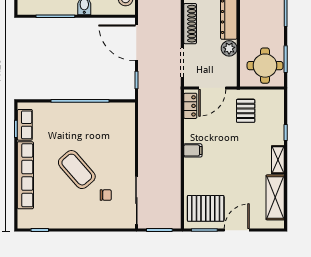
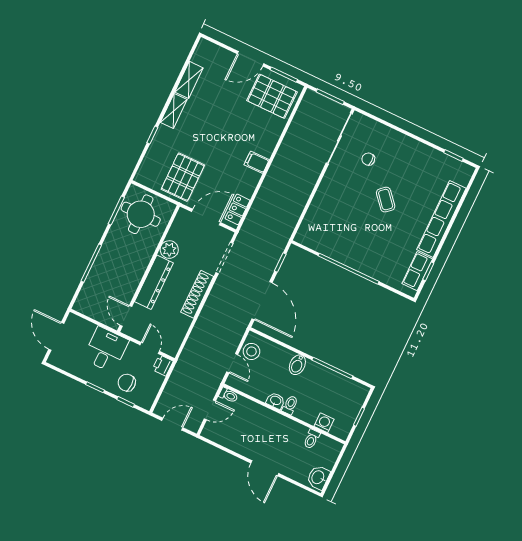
pallet: (246, 111) -> (183, 177), width x1.50, depth x1.42
coffee table: (77, 170) -> (386, 200), width x0.54, depth x0.58
shelving: (275, 197) -> (189, 80), width x0.67, depth x0.75

